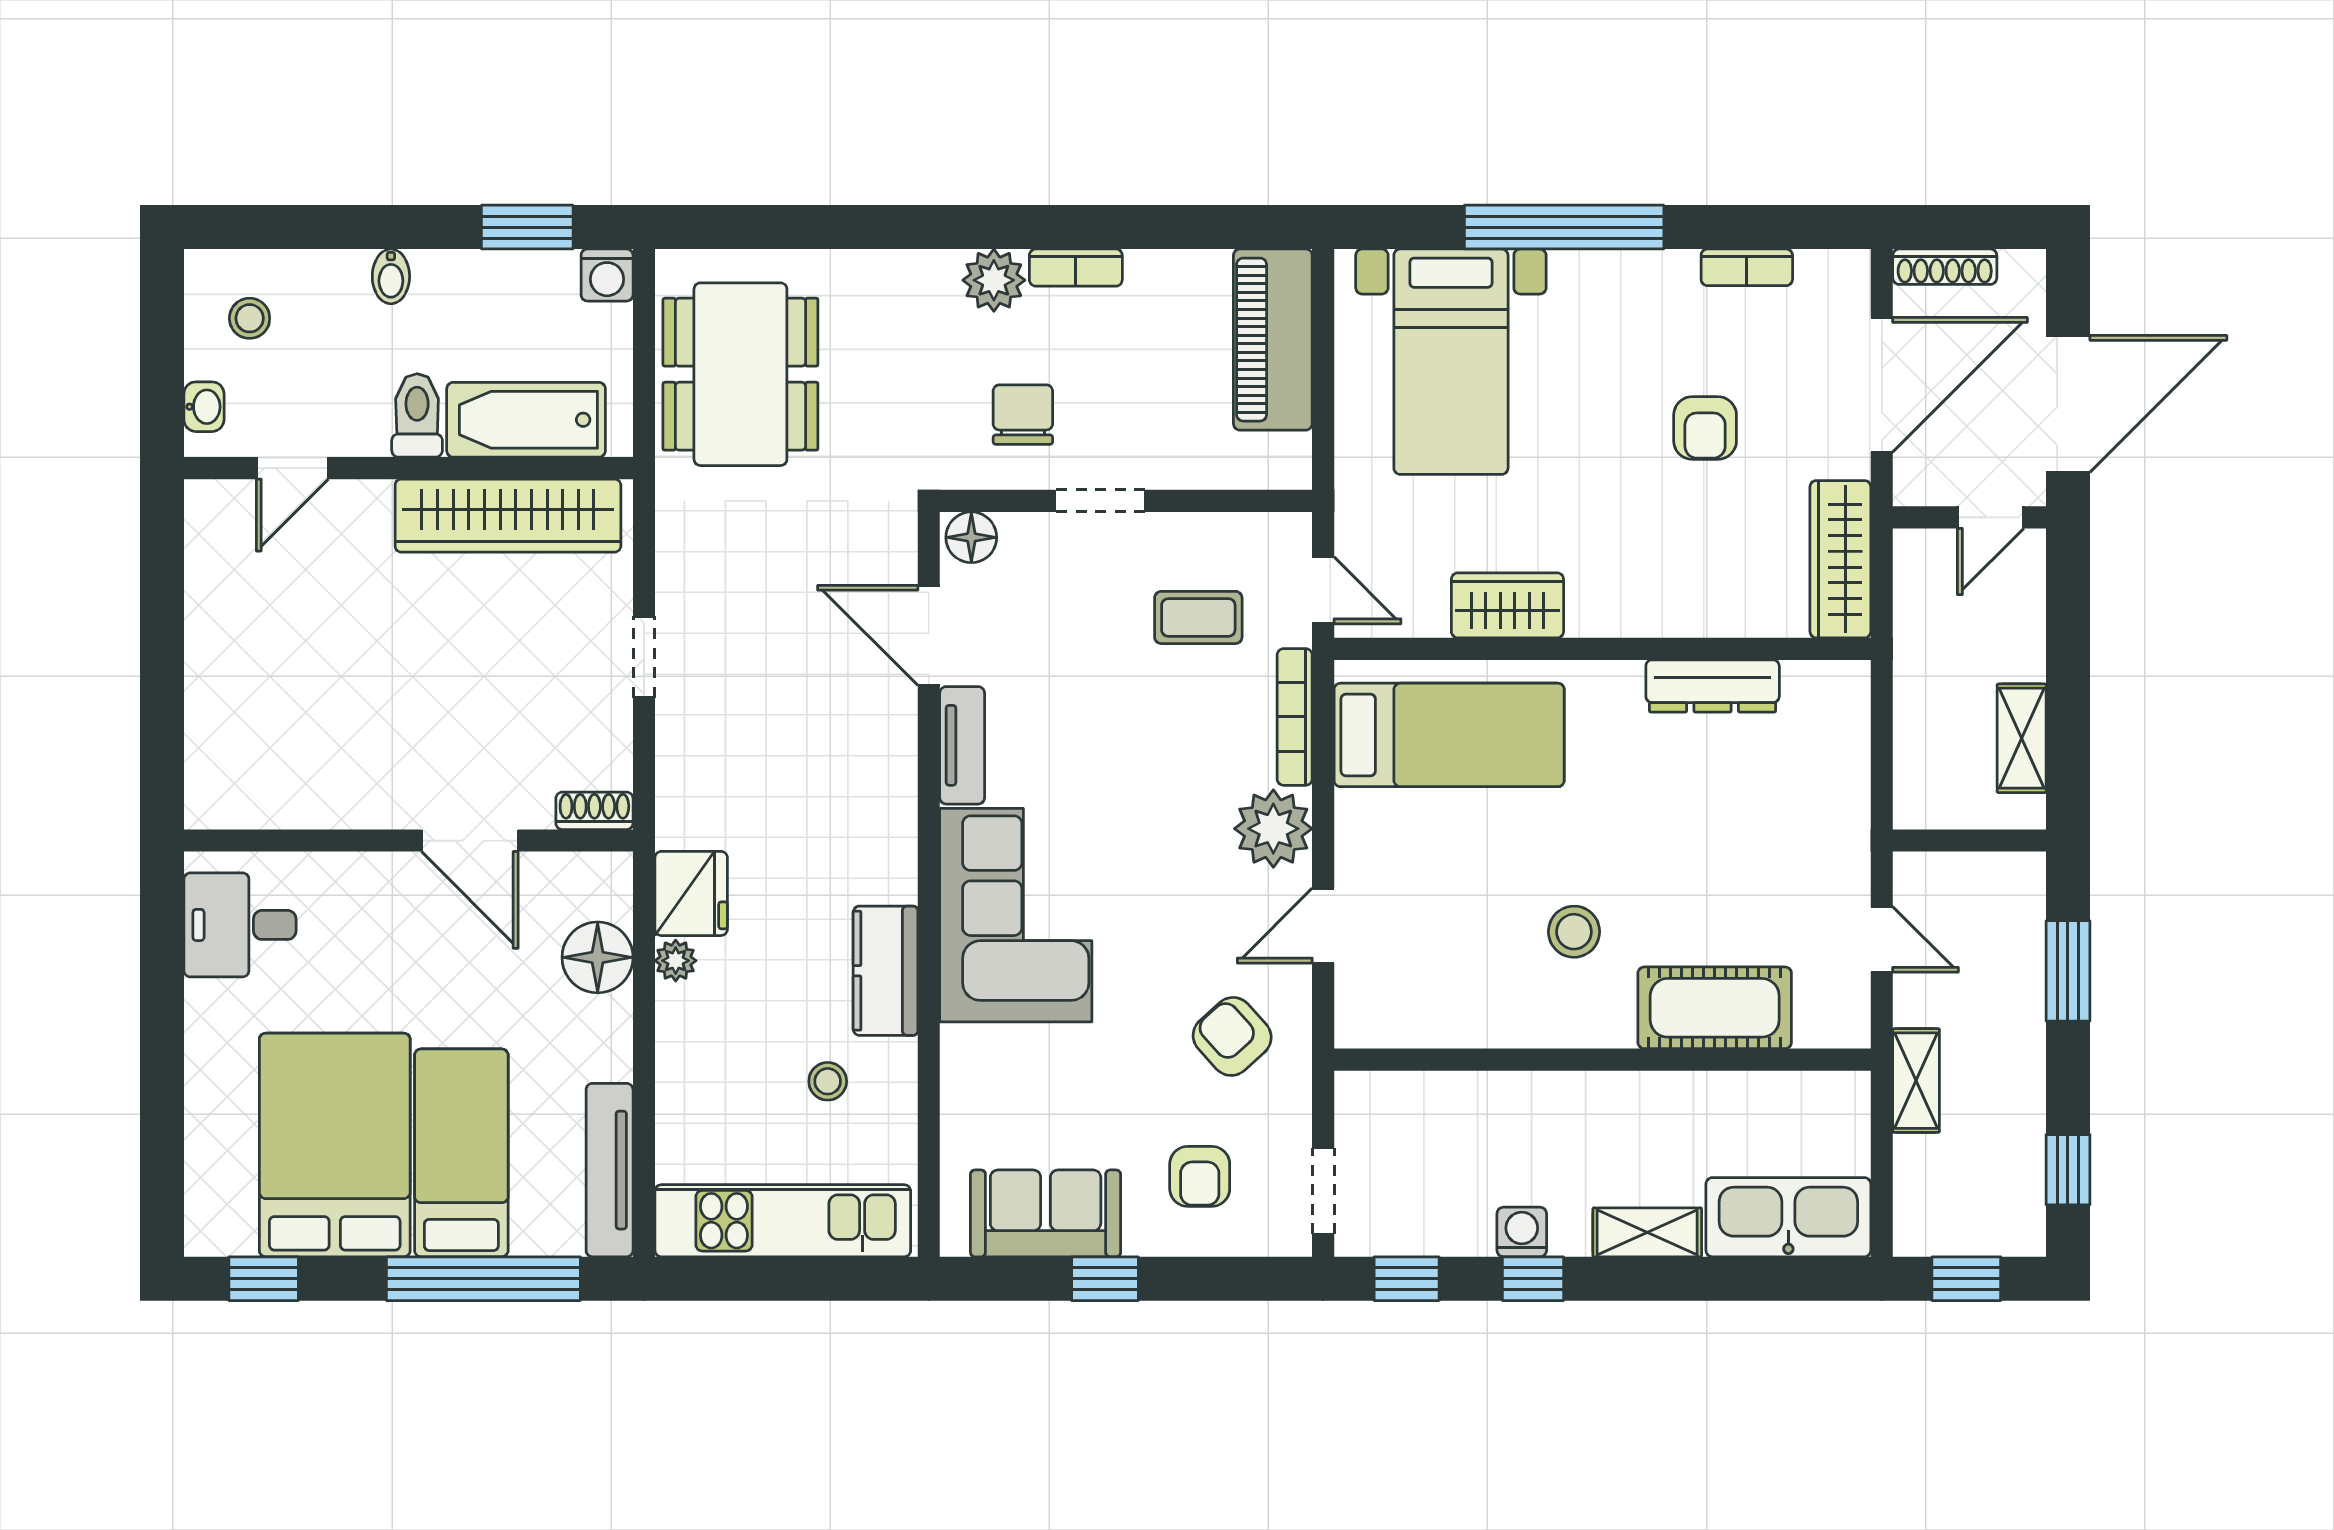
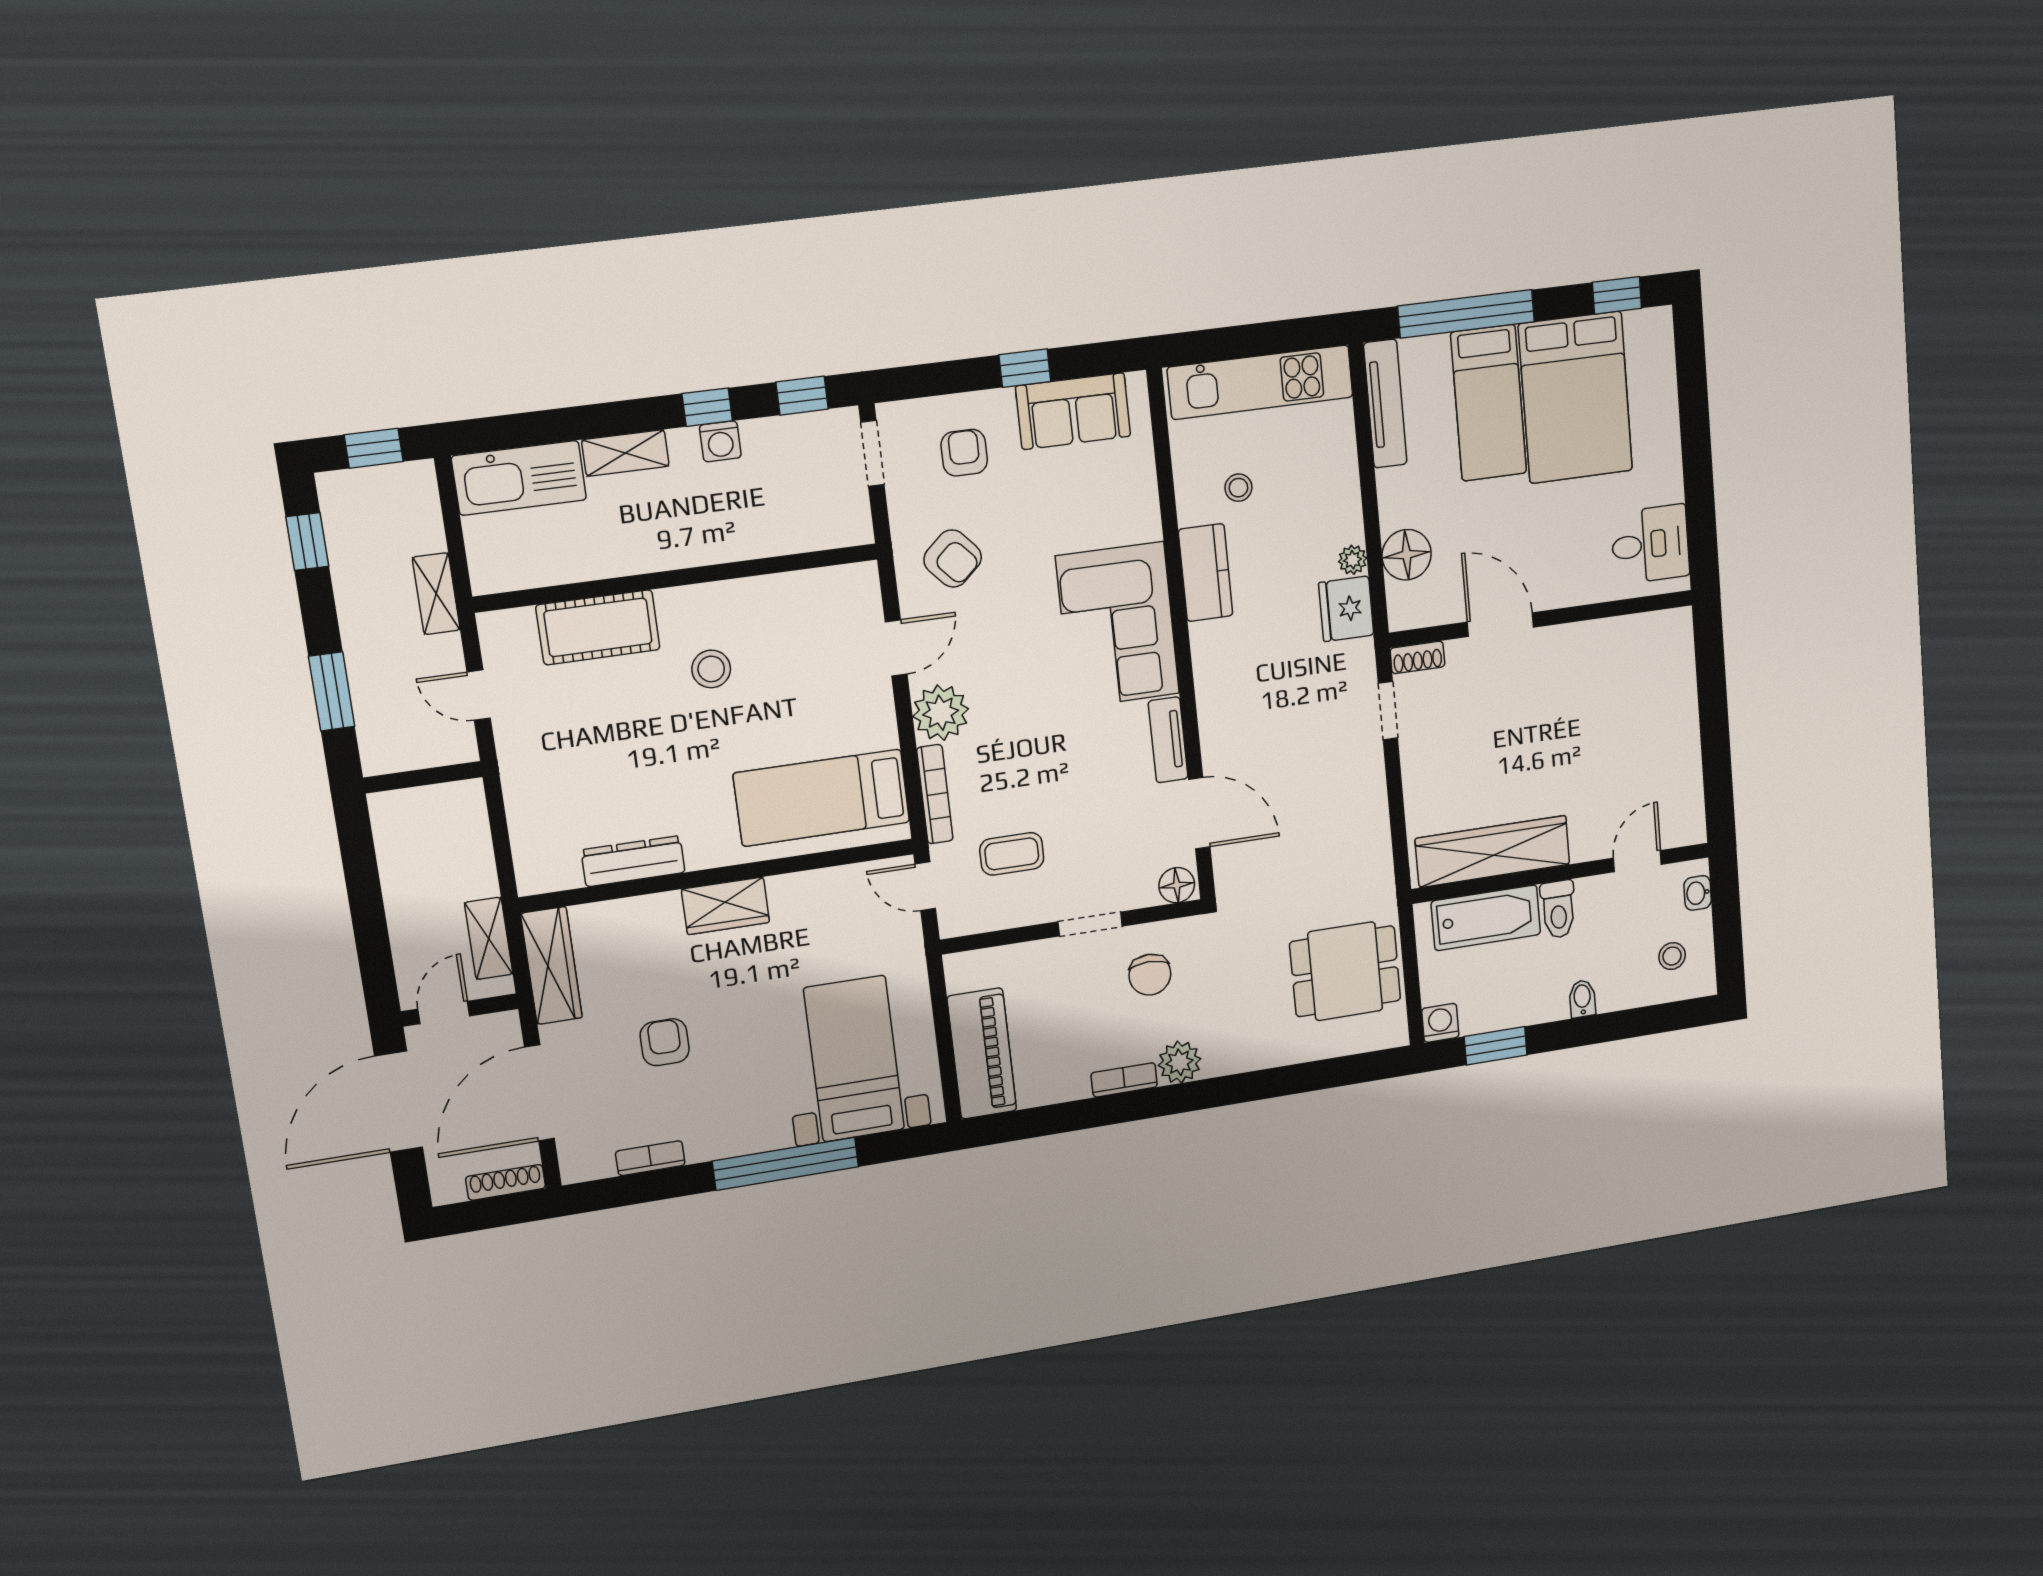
dining table: (740, 374) -> (1345, 971), width x0.73
wardrobe: (1507, 605) -> (725, 906), moved
doorway: (644, 657) -> (1388, 711), moved
shelving: (2022, 738) -> (489, 938), moved

